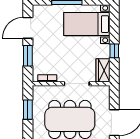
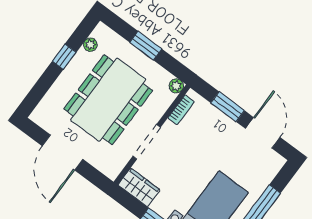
plant: (37, 90) -> (176, 86), added
window: (28, 110) -> (146, 46), moved

